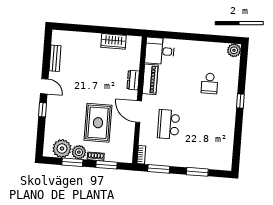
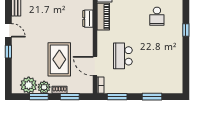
door: (139, 112) -> (95, 66), moved

